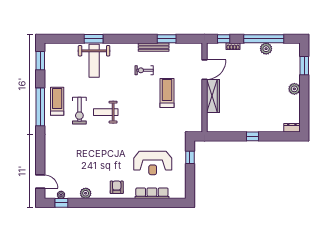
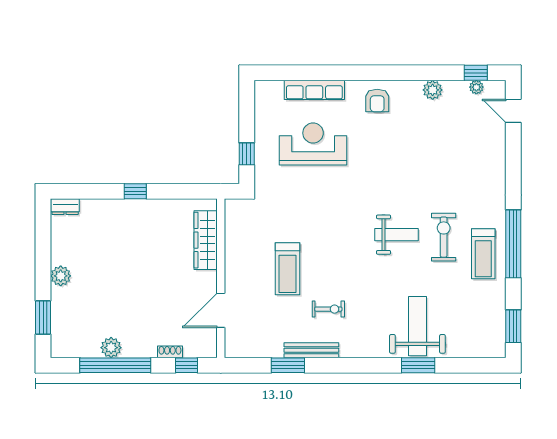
wardrobe: (213, 96) -> (206, 240), moved

